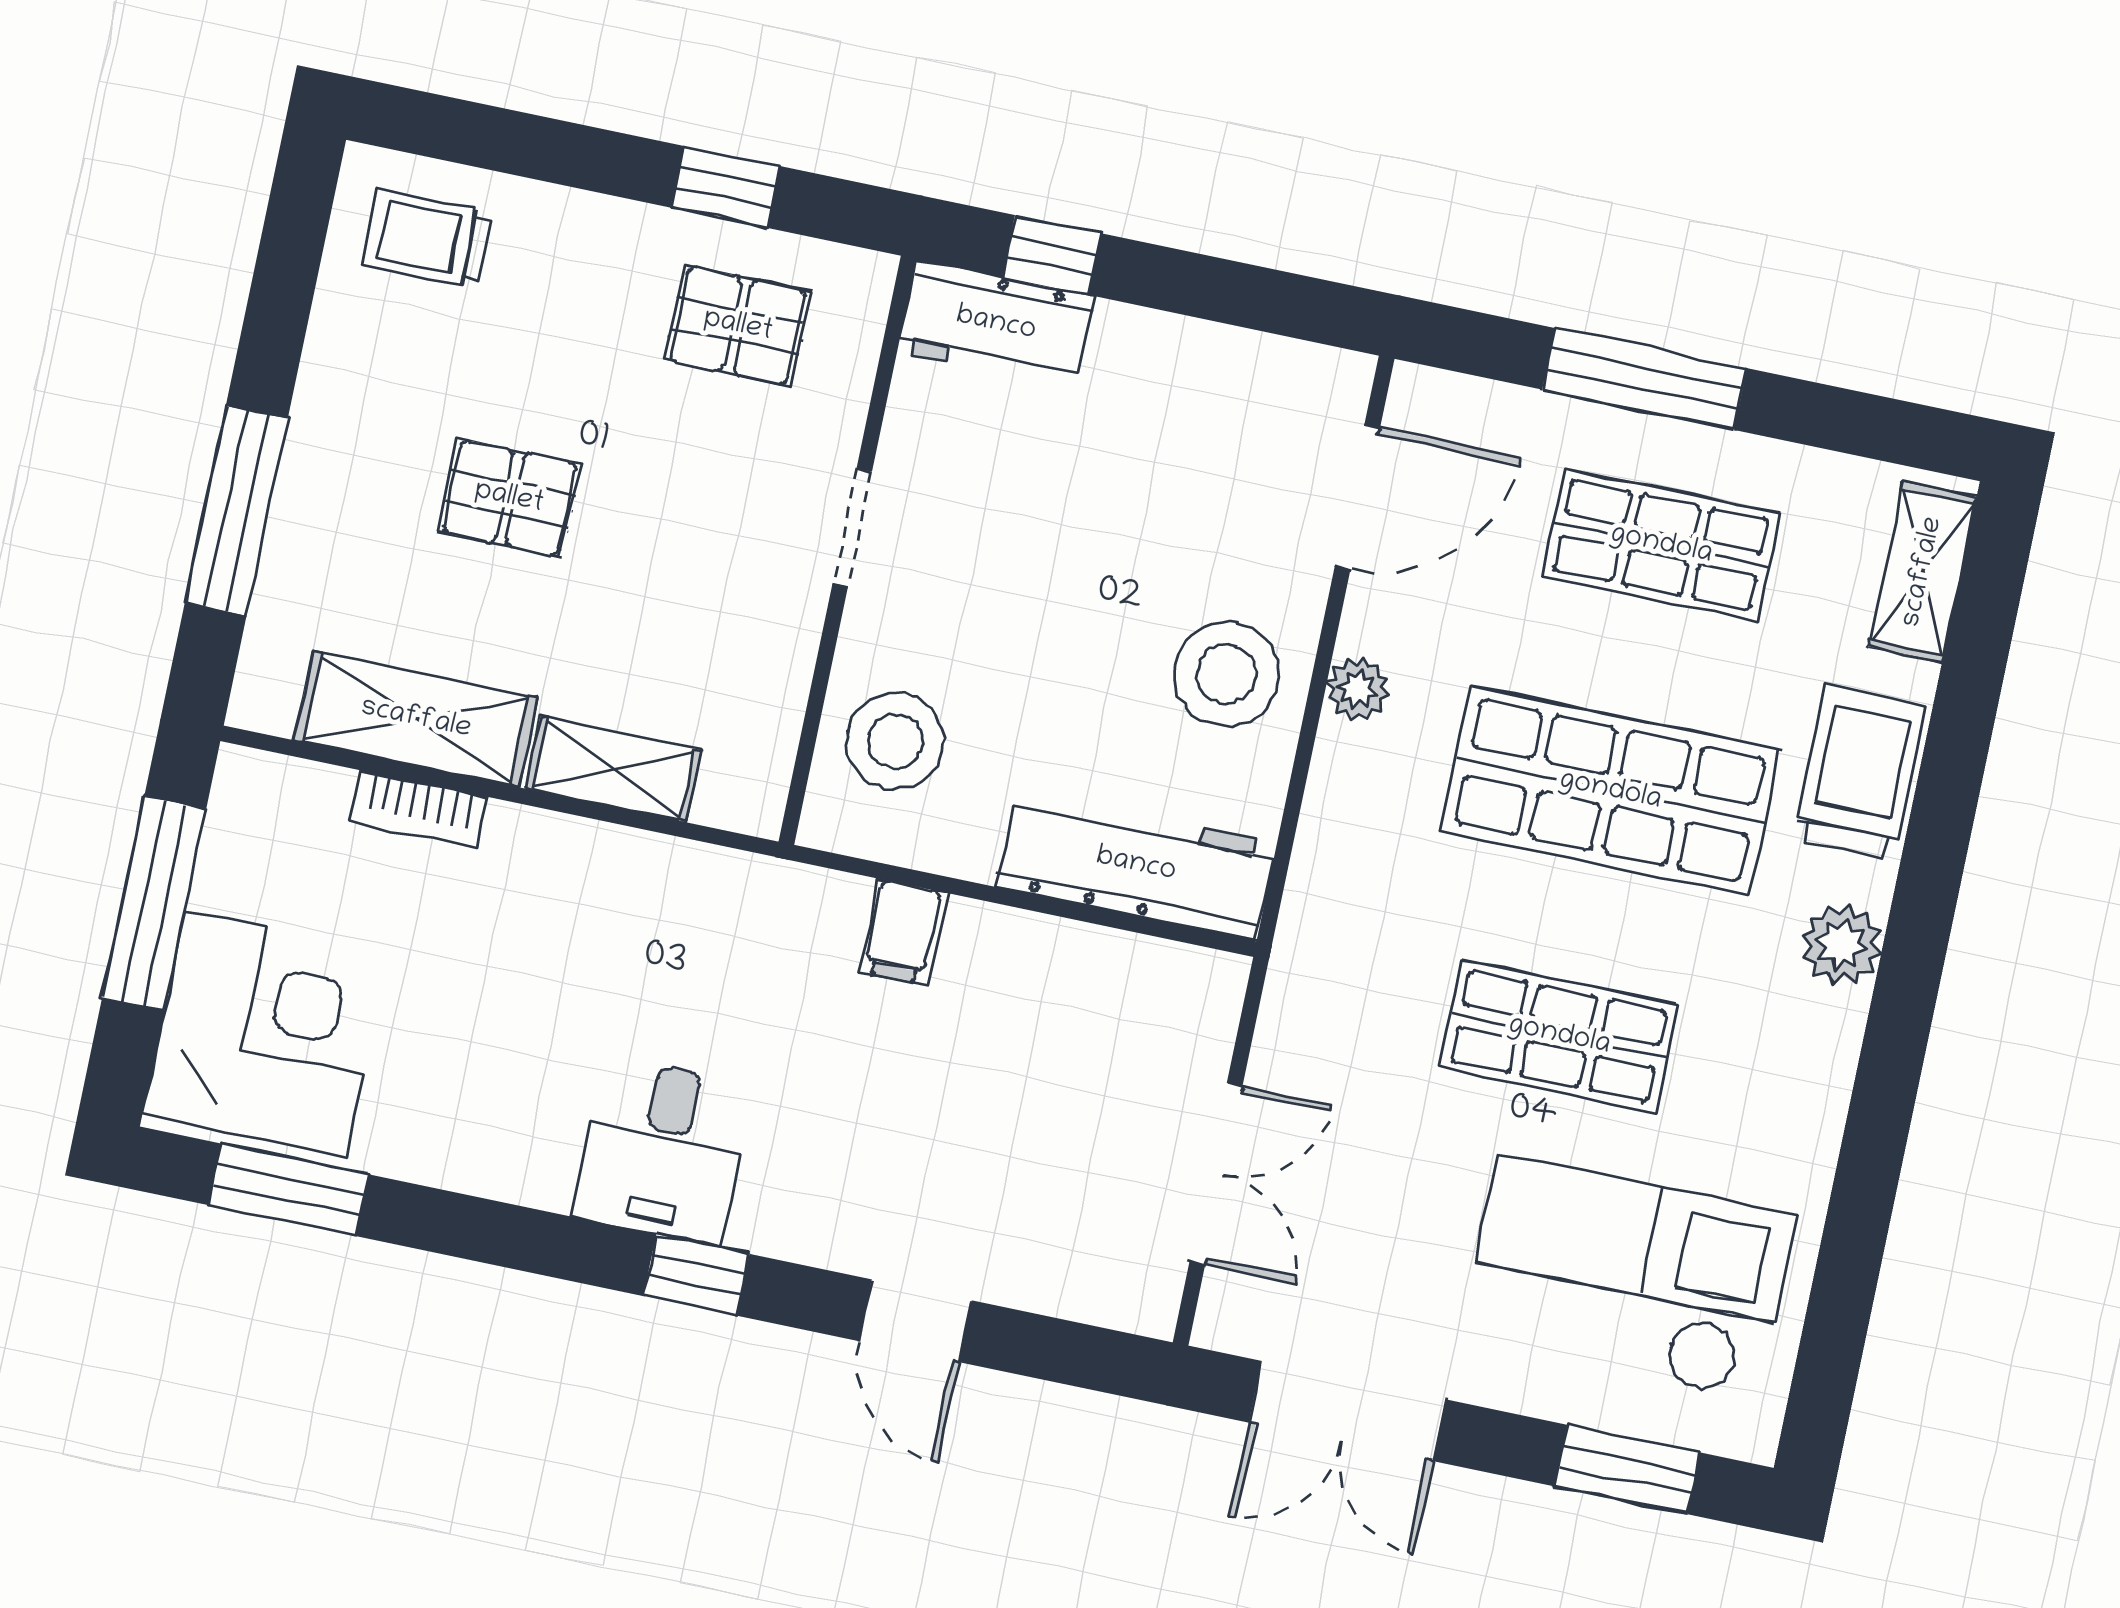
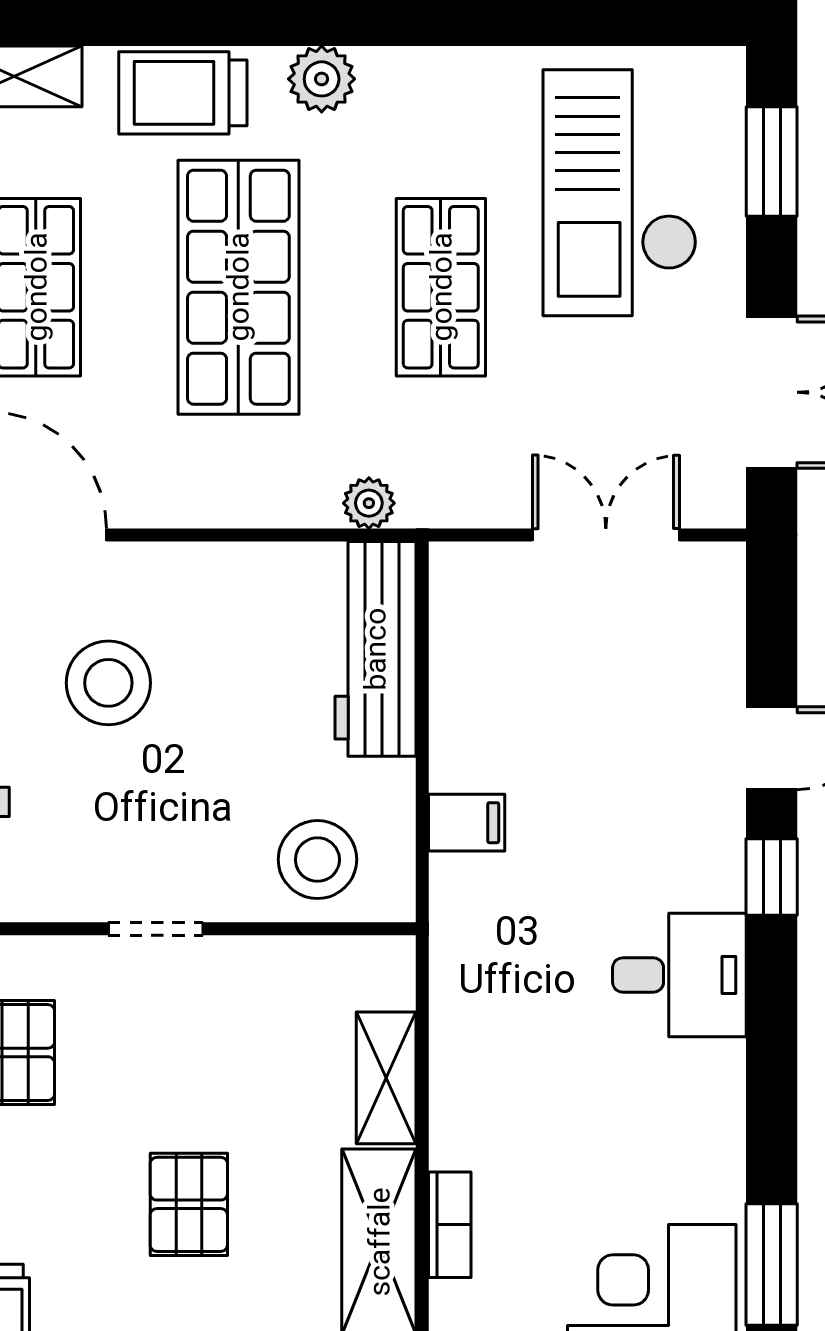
stool: (1226, 674) -> (108, 683), moved
plant: (1358, 689) -> (369, 503), moved
window: (696, 1275) -> (772, 877), moved

